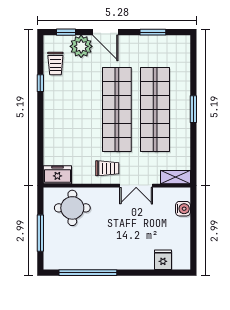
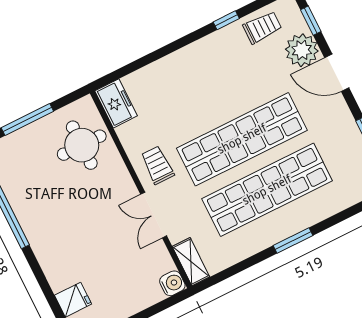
door: (105, 32) -> (337, 73), hinge flipped
trolley: (55, 63) -> (262, 27), turned 180
trolley: (107, 168) -> (157, 165), turned 180
water cooler: (183, 209) -> (172, 283), moved, turned -90

